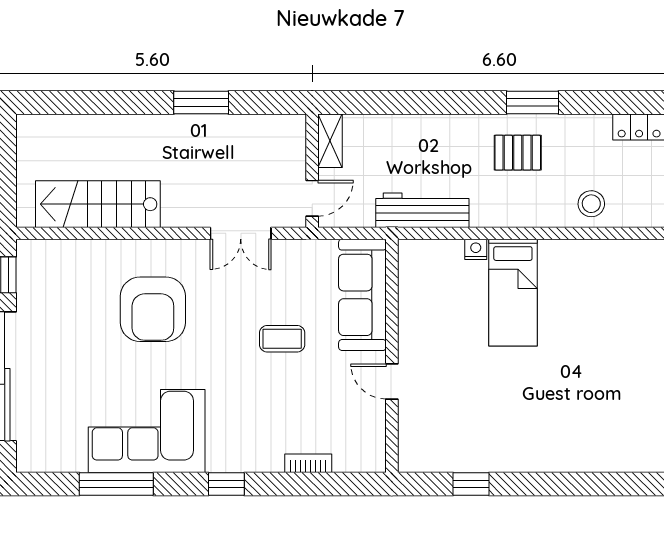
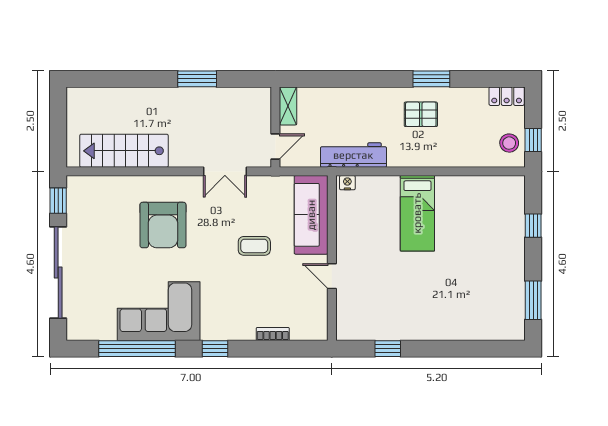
stool: (591, 204) -> (509, 143), moved
nightstand: (476, 249) -> (347, 183), moved
window: (116, 484) -> (137, 349), width x1.46

